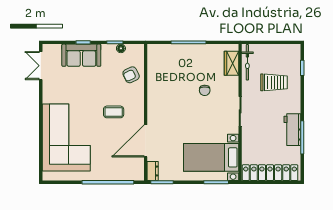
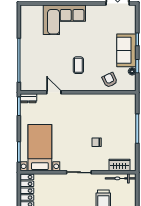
sofa: (81, 55) -> (126, 50), moved
corner sofa: (66, 137) -> (64, 20), width x0.73, depth x0.74
door: (146, 141) -> (54, 92), width x0.53

